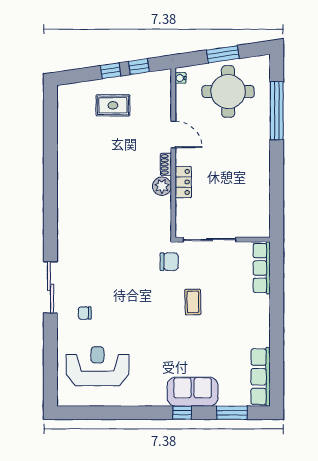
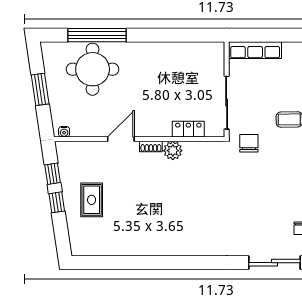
round table: (228, 92) -> (93, 69), moved
locker: (183, 182) -> (188, 129), moved

